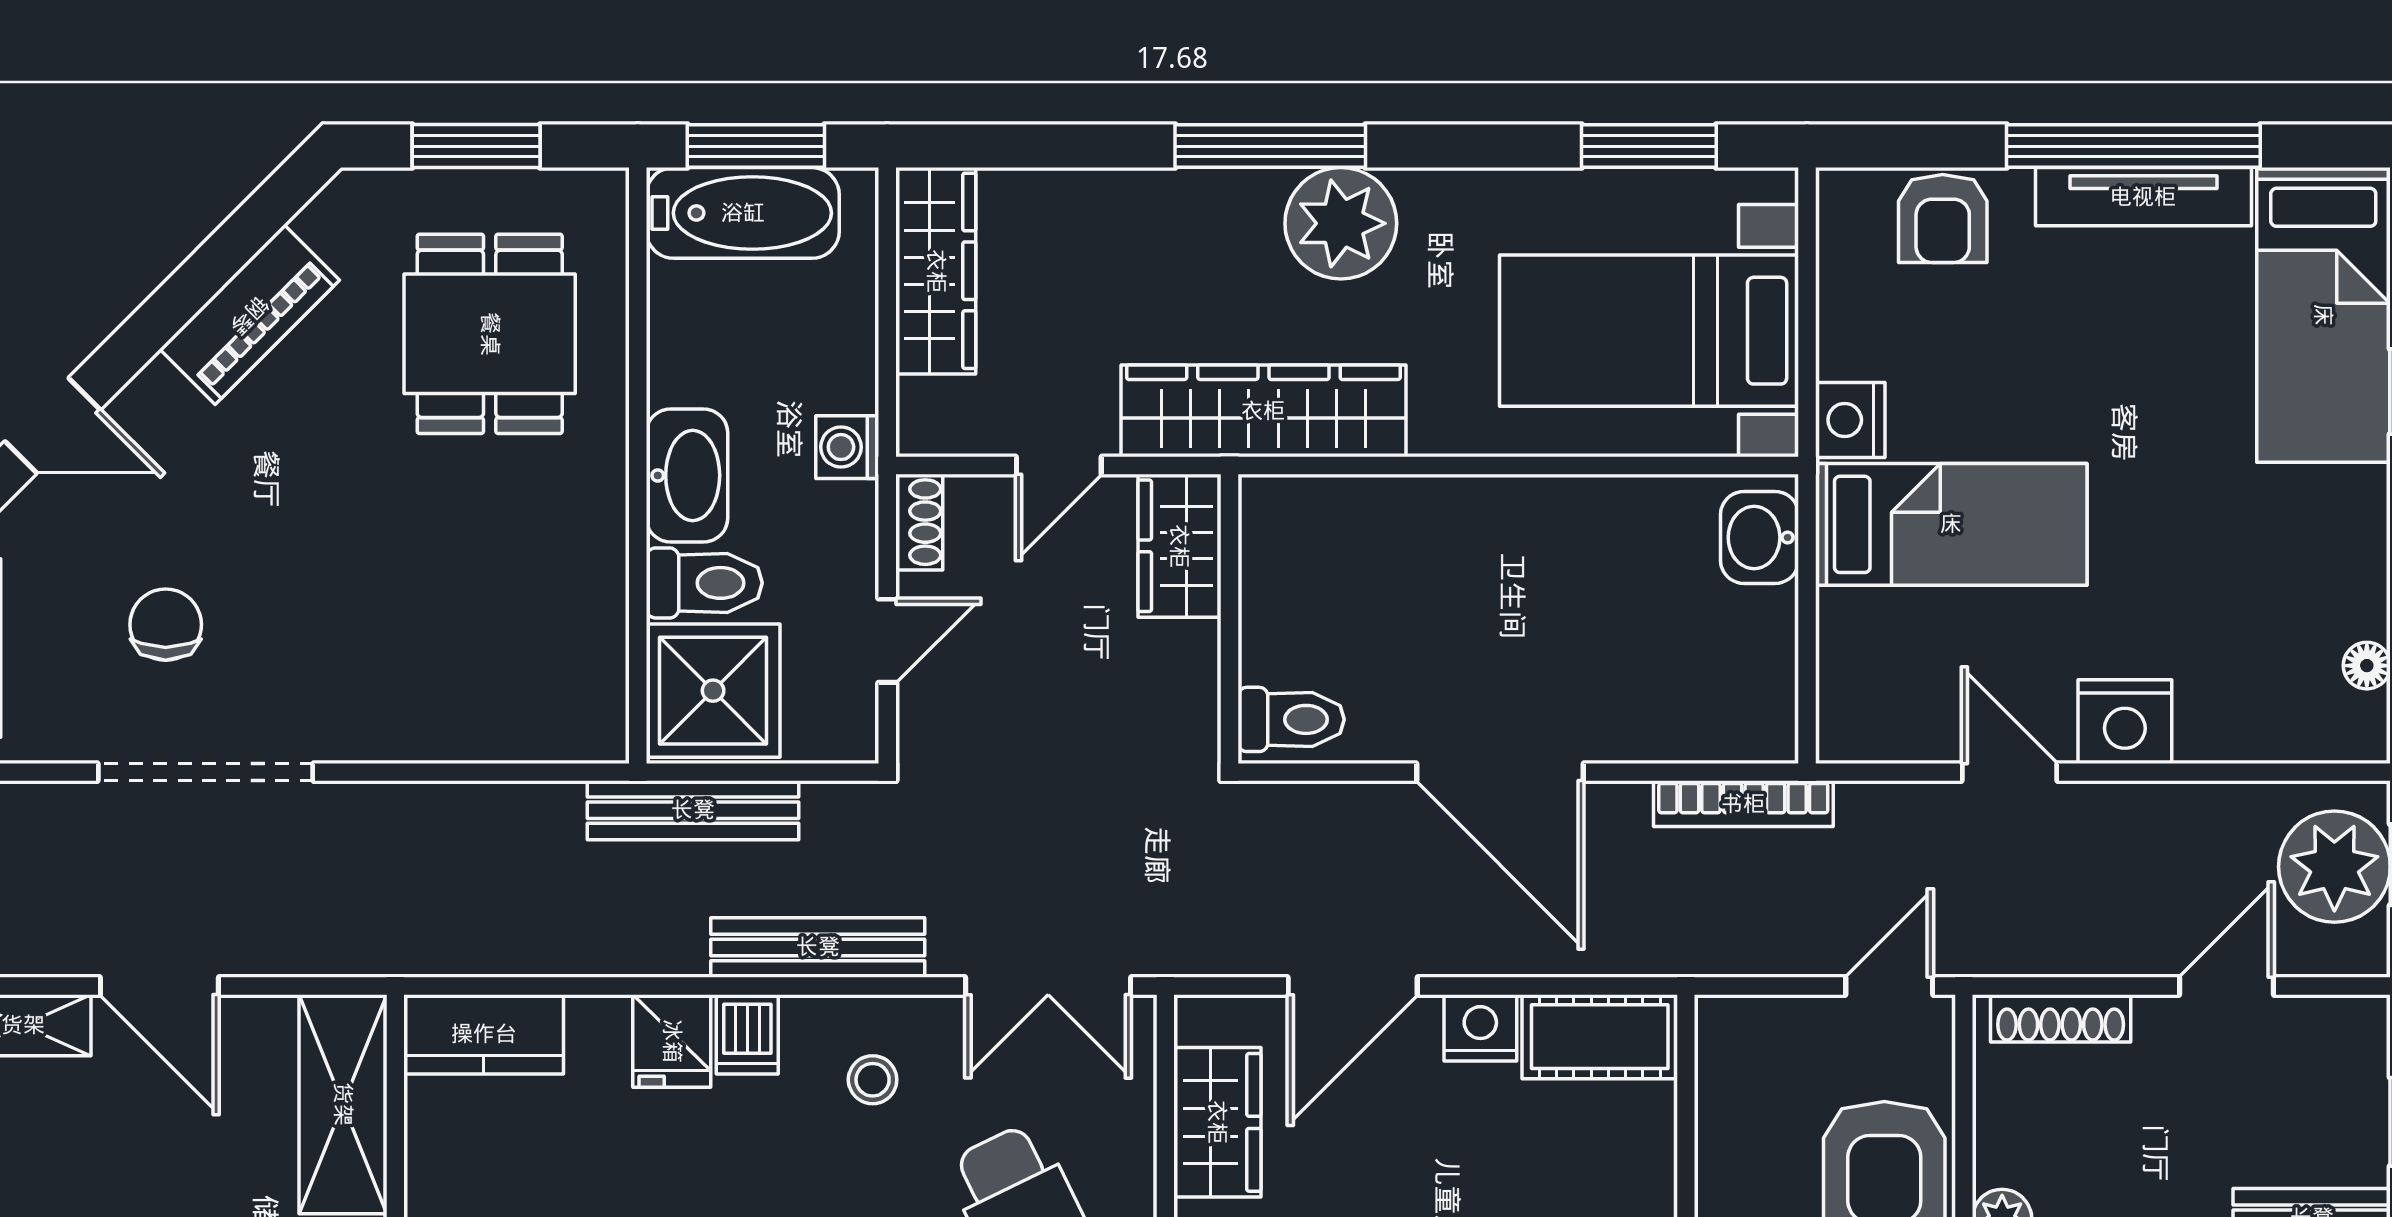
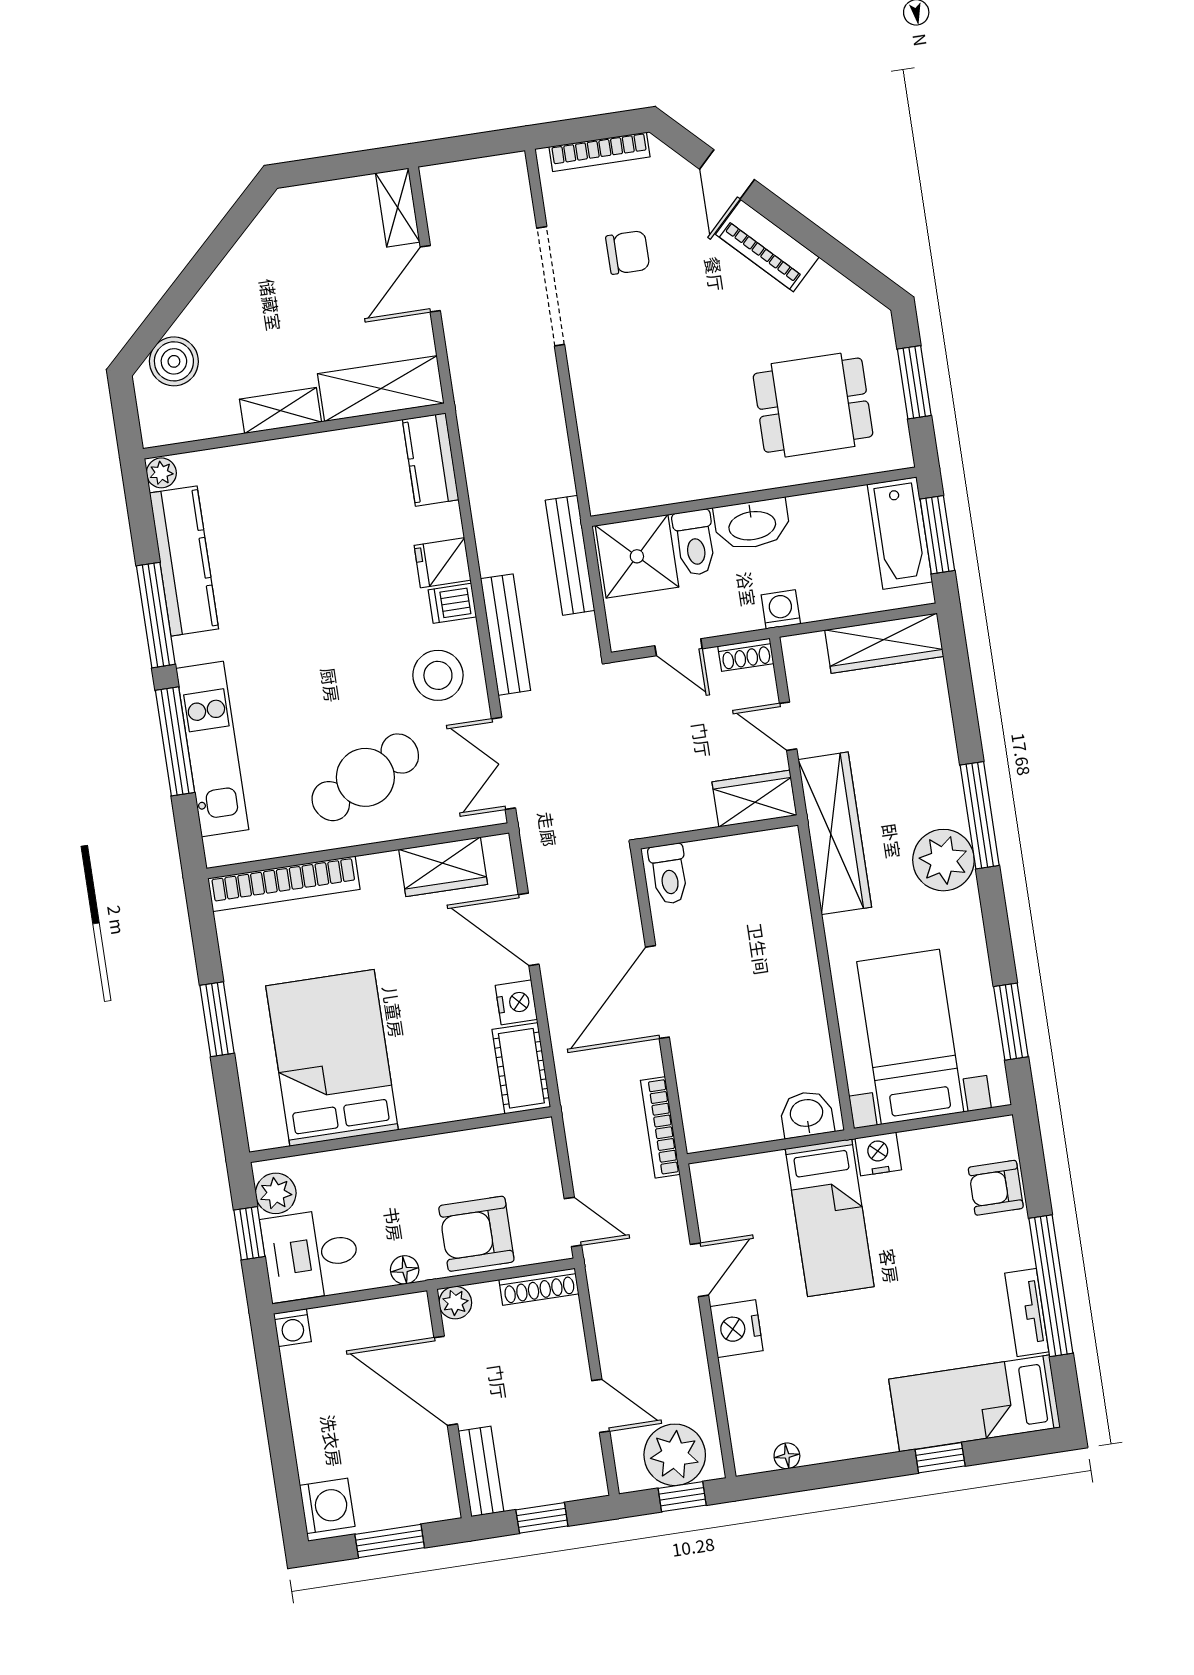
tv unit: (2143, 197) -> (1027, 1313), width x0.71
piano: (249, 315) -> (767, 246), moved
shoe rack: (2061, 1018) -> (539, 1287), moved, turned -90
stool: (873, 1080) -> (438, 675), width x1.89, depth x1.89

